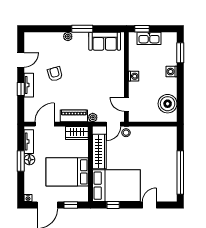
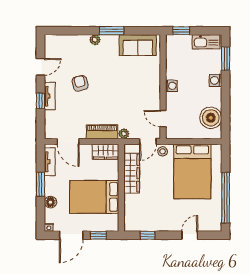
kitchen sink: (149, 38) -> (206, 42), moved
door: (45, 124) -> (68, 141), swing flipped
floor lamp: (29, 160) -> (50, 202), moved
bed: (116, 186) -> (192, 171), moved, turned 90

